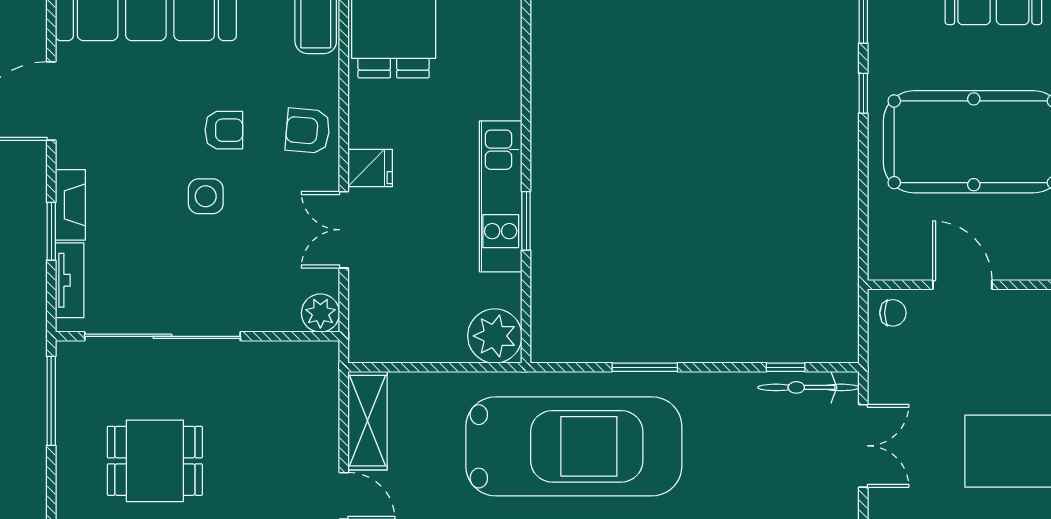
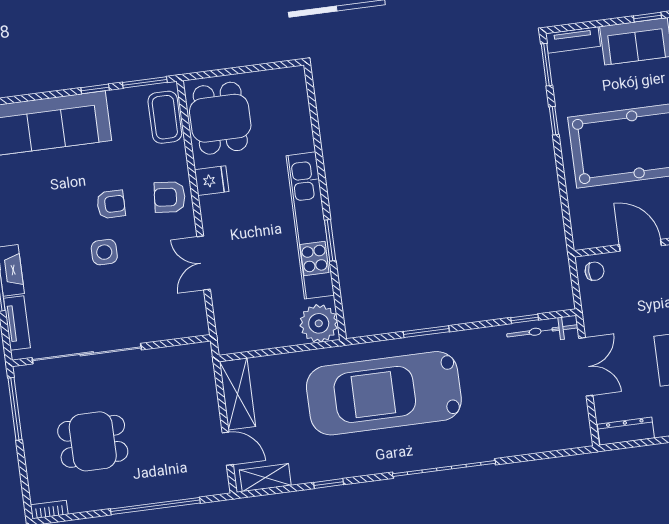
fridge: (370, 168) -> (212, 181), moved
kitchen unit: (501, 196) -> (310, 225), width x1.36
plant: (320, 313) -> (195, 323), removed
car: (574, 446) -> (384, 393), turned 180

